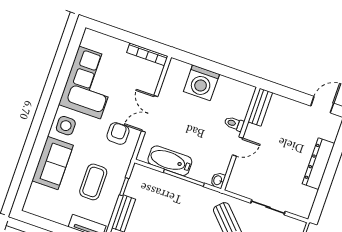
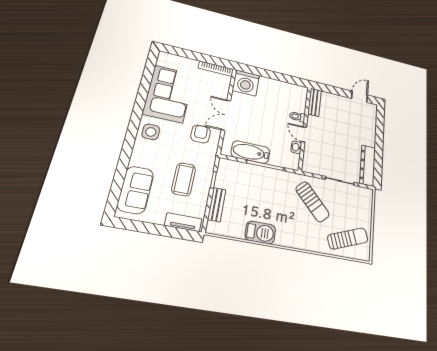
washing machine: (201, 83) -> (246, 83), moved
door: (238, 147) -> (304, 134), swing flipped
sofa: (53, 163) -> (136, 190), moved
dresser: (318, 164) -> (368, 165), moved
washbasin: (218, 180) -> (296, 147), moved

